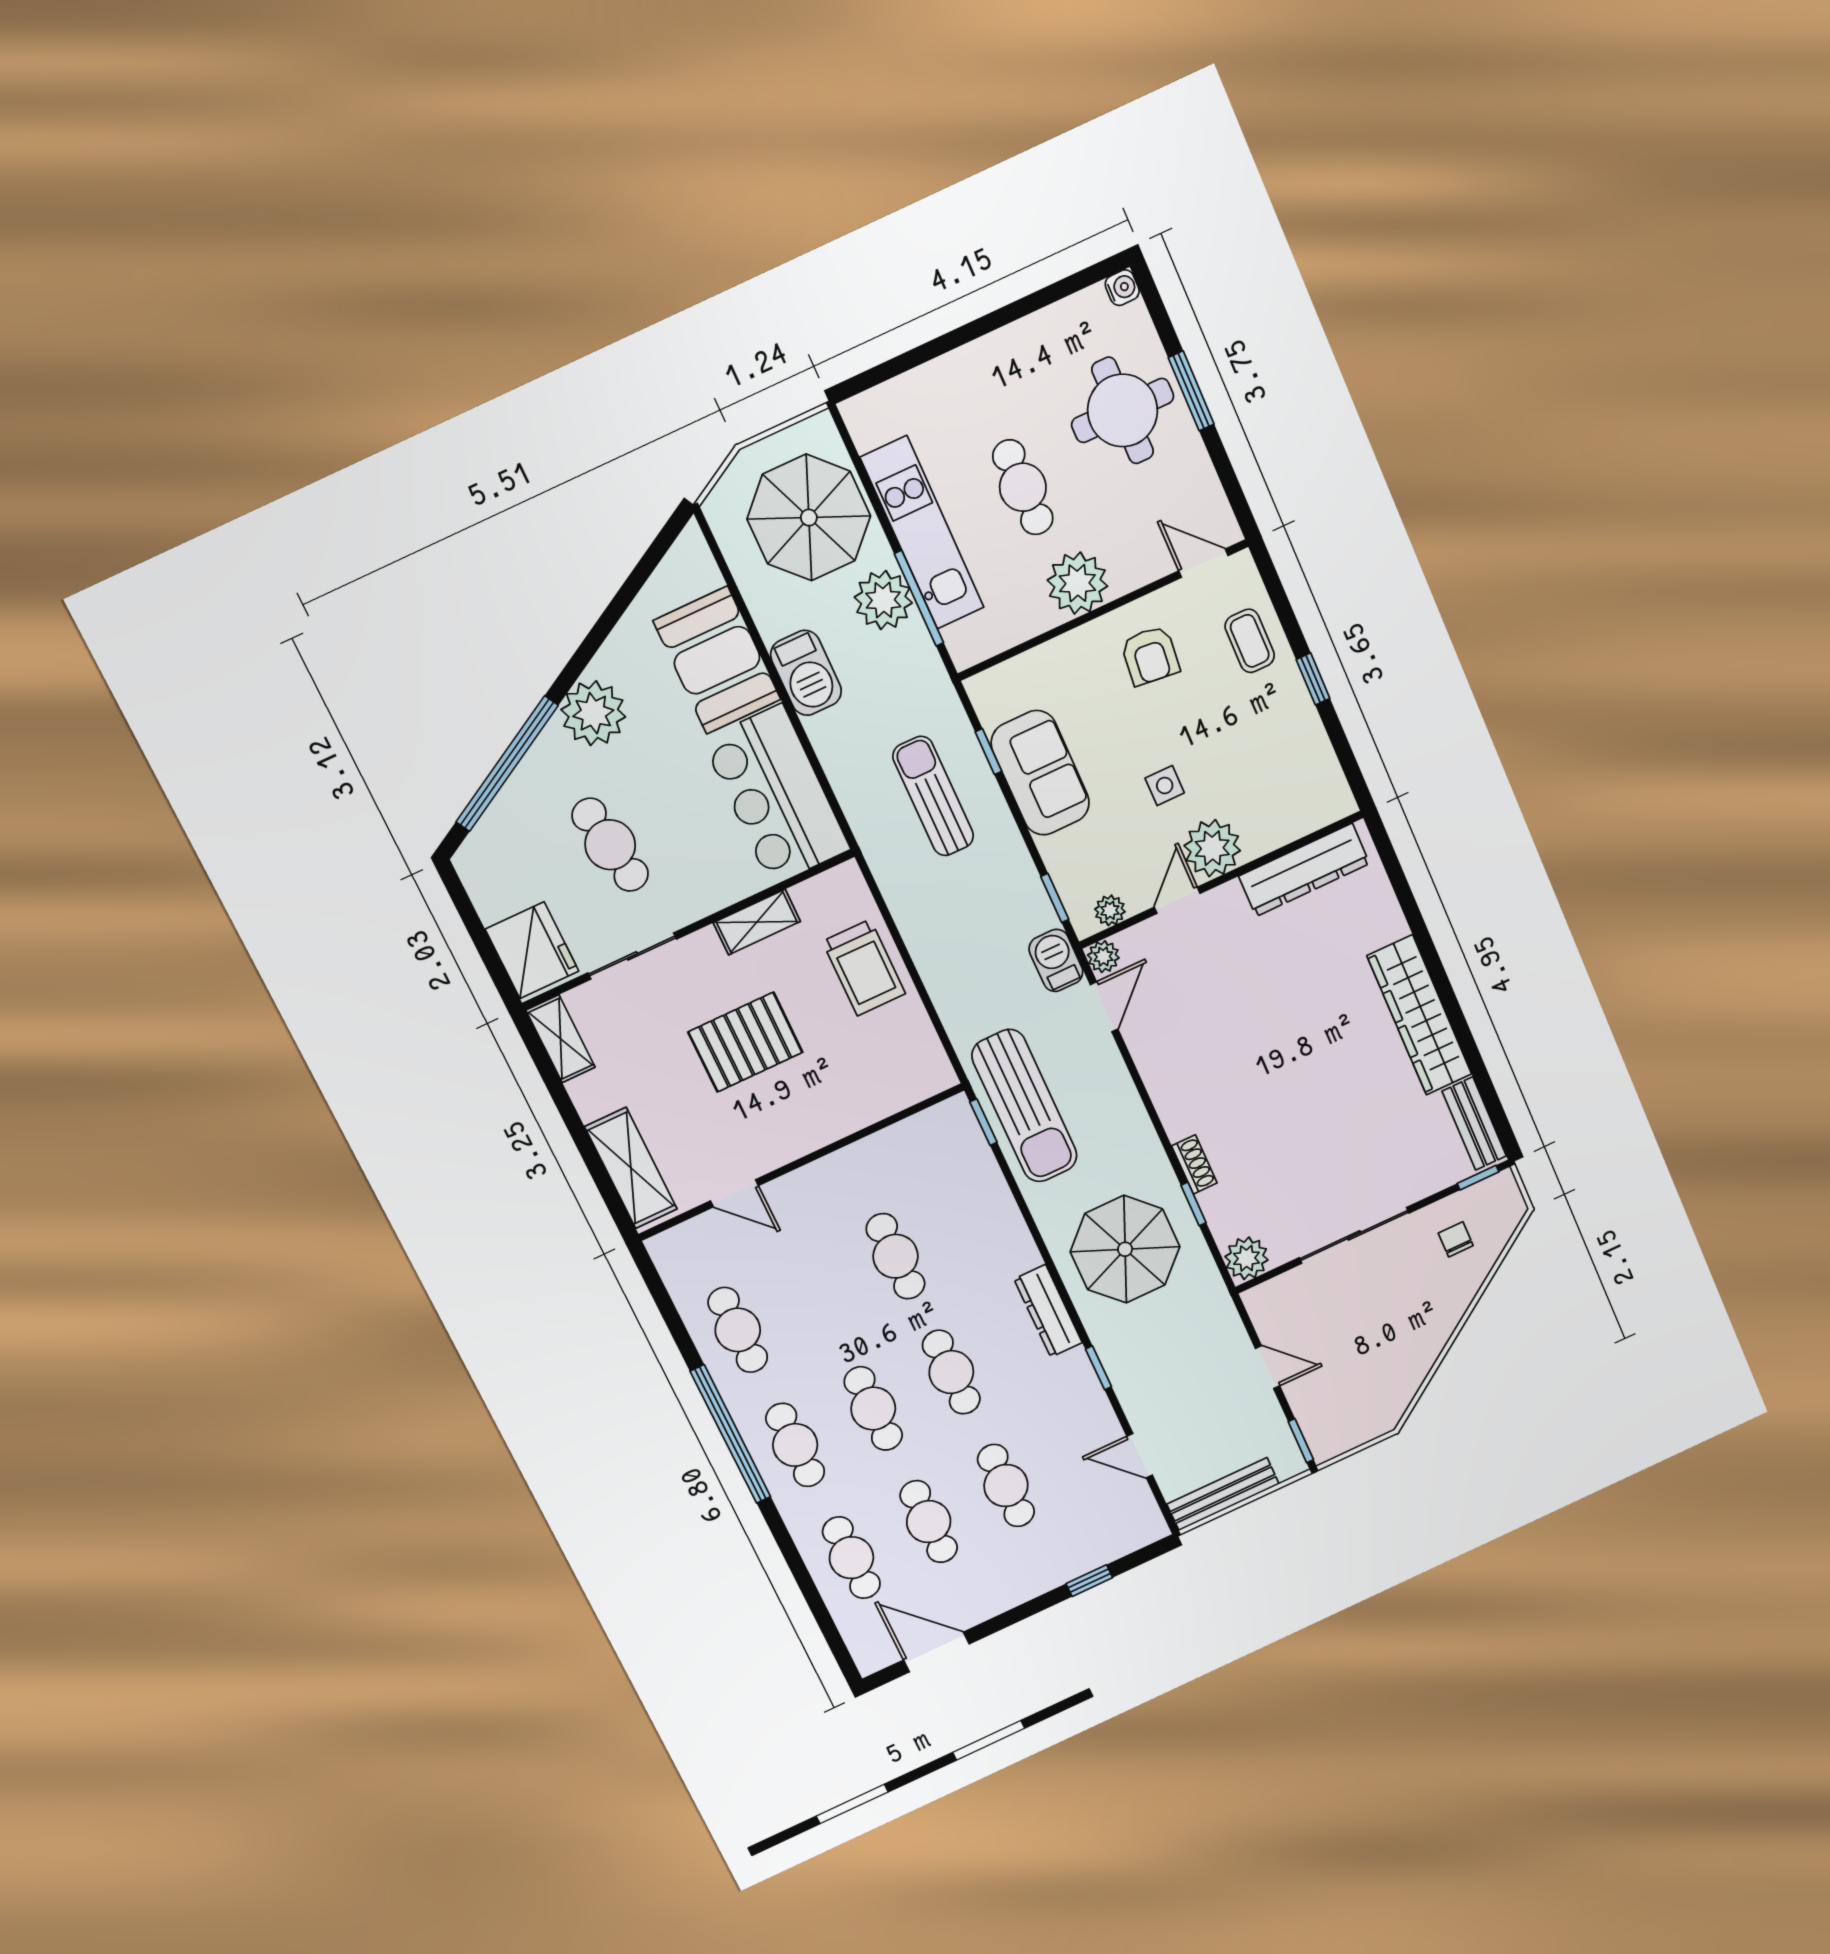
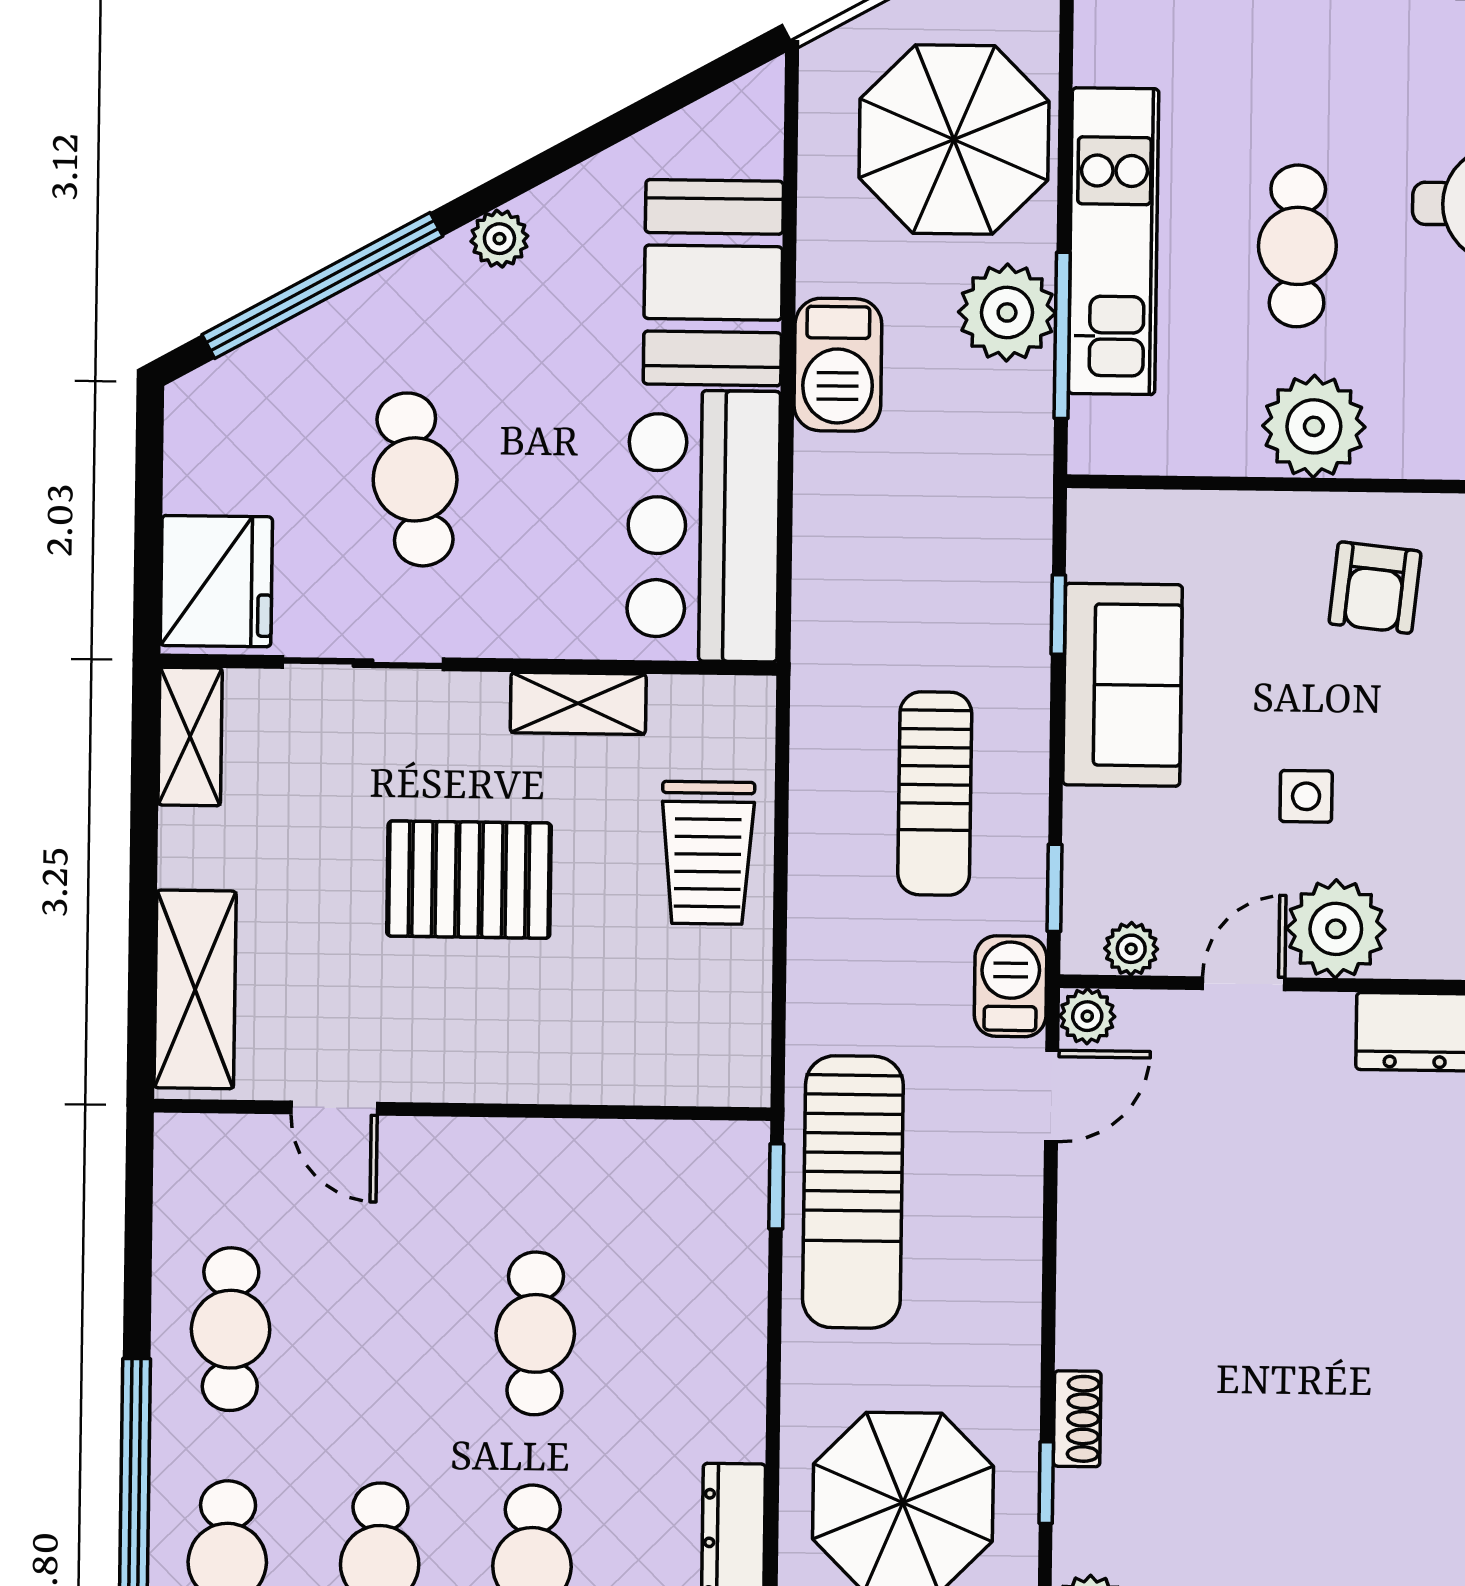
plant: (593, 713) -> (499, 239), width x0.53, depth x0.53
sun lounger: (933, 796) -> (935, 793), moved, turned 180

